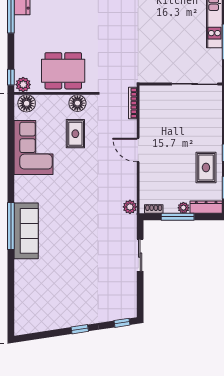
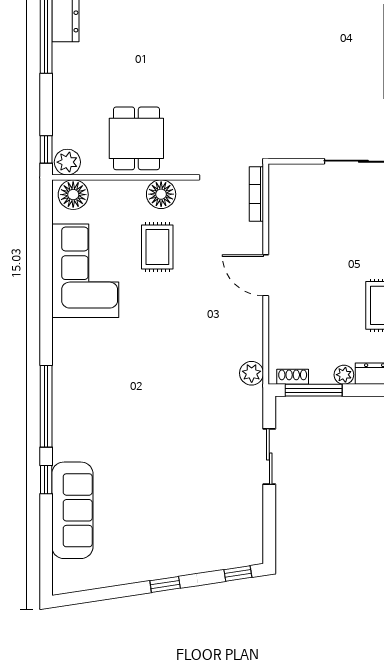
dining table: (63, 71) -> (136, 138), width x0.73
window: (178, 217) -> (314, 390), moved
sofa: (26, 231) -> (72, 510), moved
window: (11, 269) -> (46, 480), added

